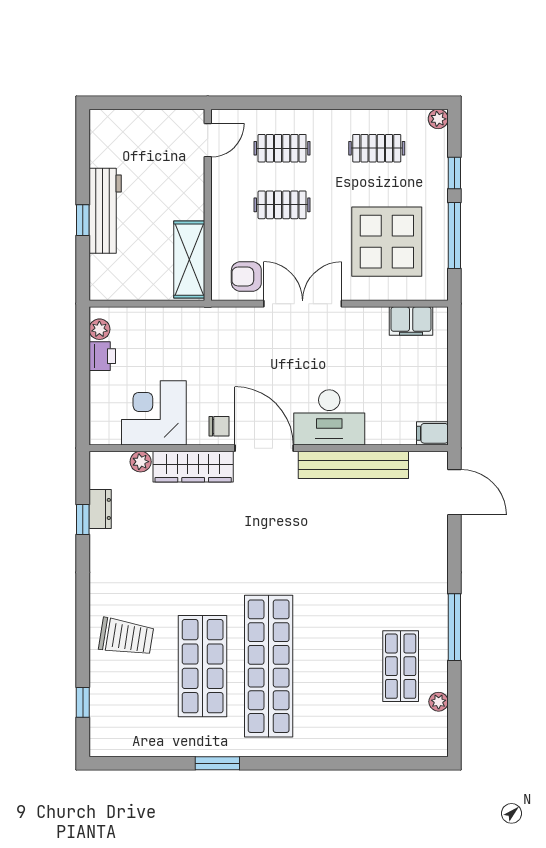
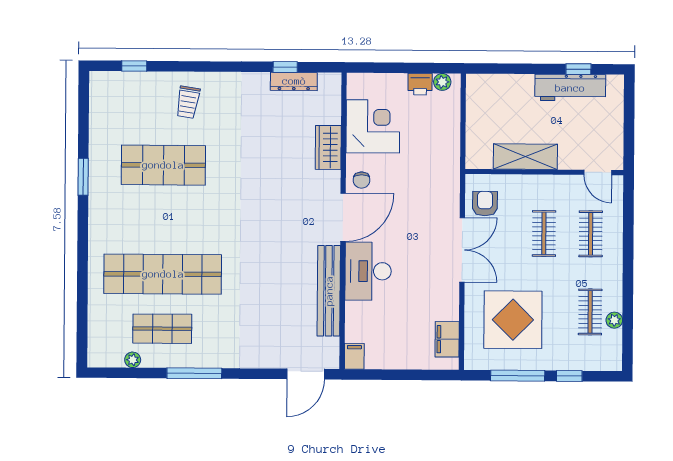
plant: (438, 119) -> (614, 320), moved
workbench: (105, 211) -> (570, 88), moved
window: (83, 220) -> (578, 69), moved
shelving: (189, 260) -> (525, 157), moved
plant: (141, 462) -> (333, 115), removed
wardrobe: (193, 467) -> (328, 147), width x0.67
dresser: (100, 509) -> (294, 81), width x1.44
trolley: (126, 637) -> (188, 102), width x0.73, depth x0.72
shop shelf: (269, 666) -> (163, 274), moved

